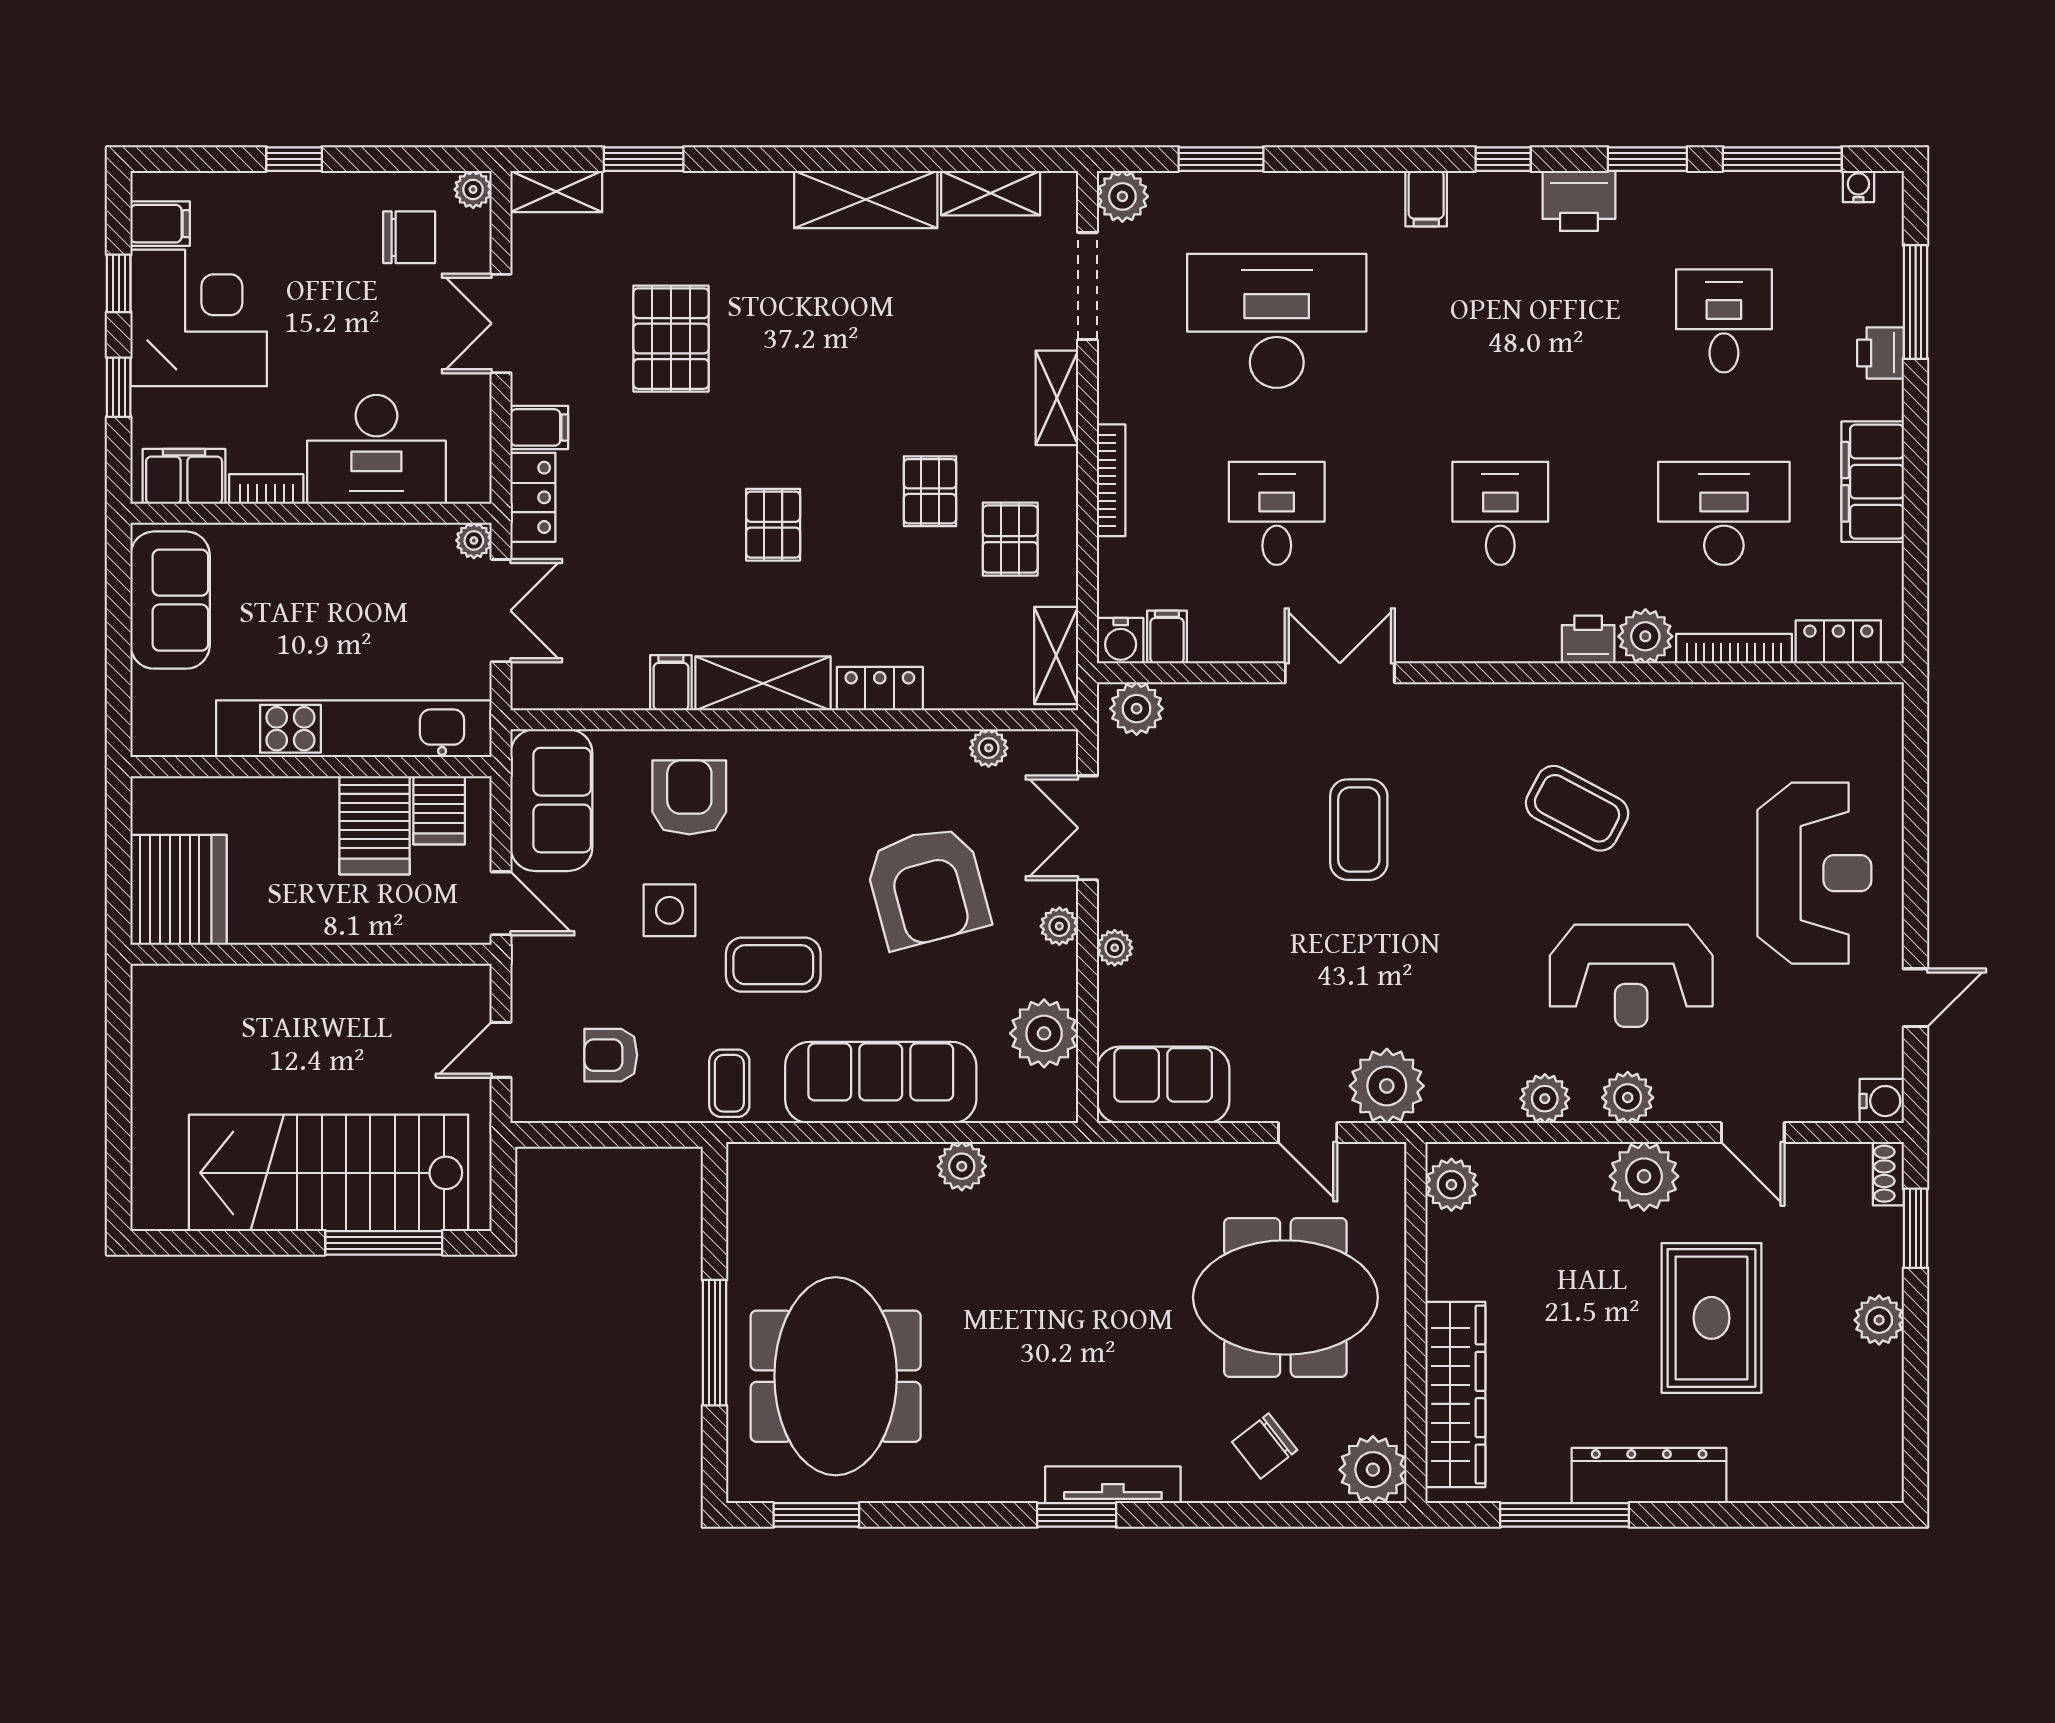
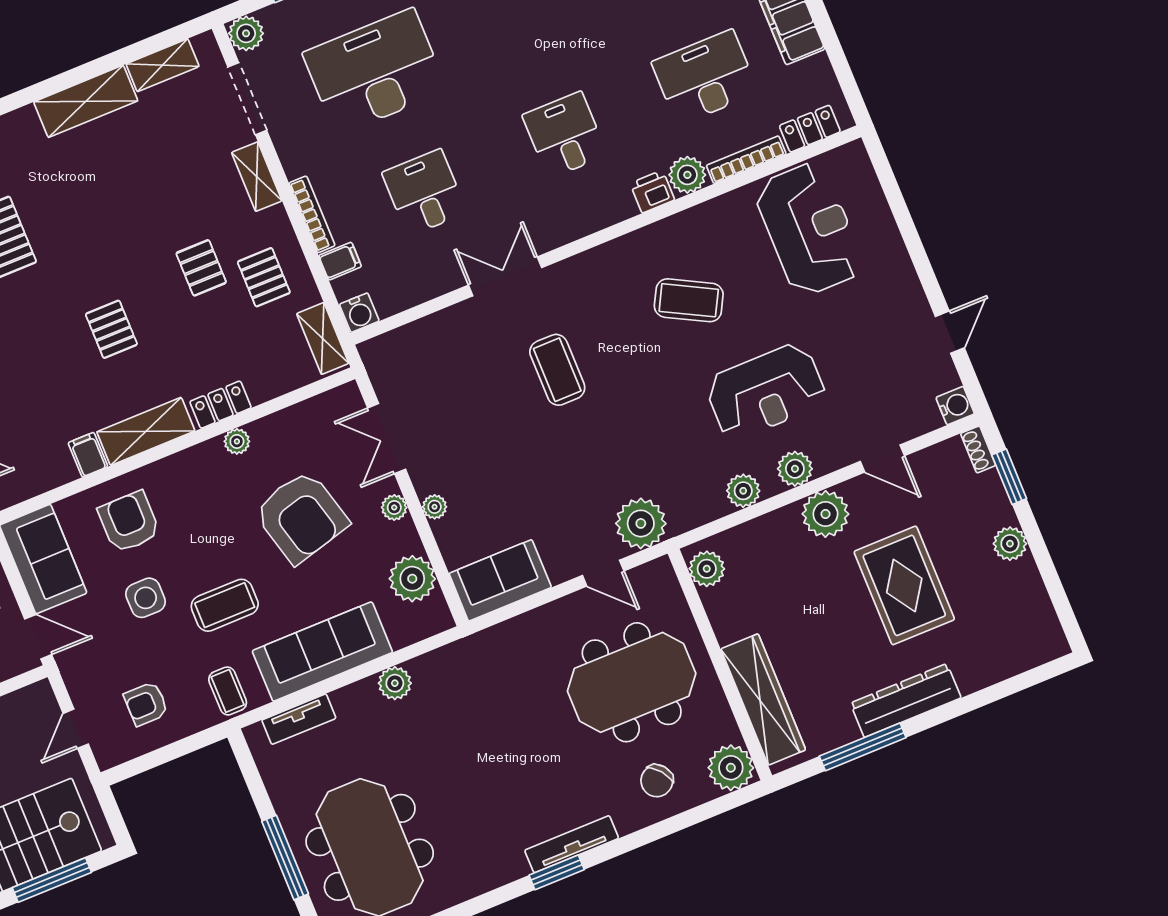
filing cabinet: (1167, 637) -> (340, 261), moved, turned 90
plant: (1137, 709) -> (387, 351), removed
plant: (989, 748) -> (237, 441), moved
reception desk: (1814, 873) -> (809, 229), moved
tv unit: (811, 1162) -> (299, 719), added

